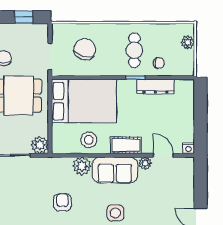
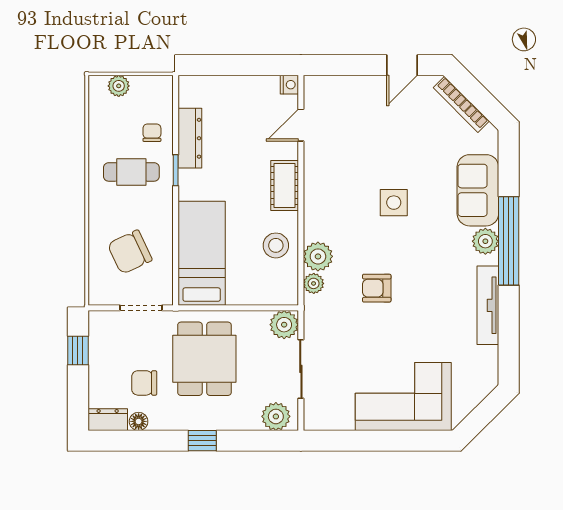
chair: (85, 49) -> (130, 252), turned -41
bed: (84, 101) -> (202, 253), width x0.67
plant: (145, 163) -> (314, 283), moved
sofa: (115, 170) -> (324, 203), removed

